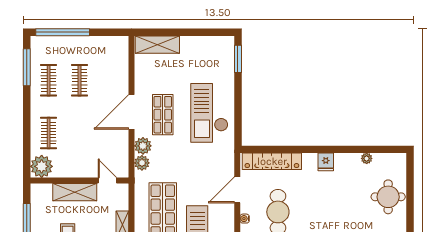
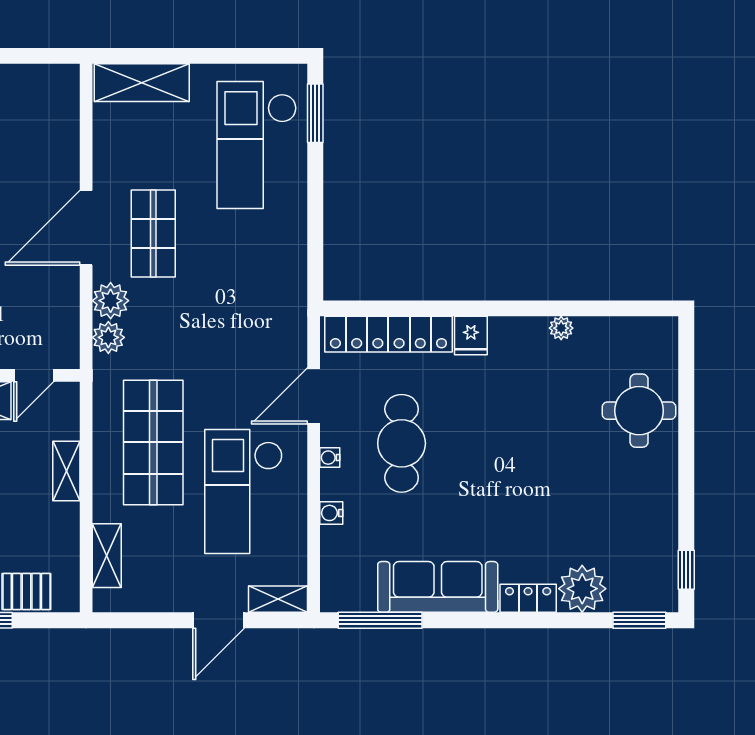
checkout: (209, 113) -> (257, 145), moved
plant: (367, 158) -> (561, 328), moved
fridge: (326, 162) -> (471, 336), moved
door: (107, 180) -> (34, 375), swing flipped

